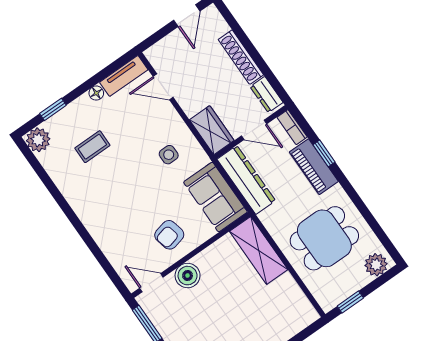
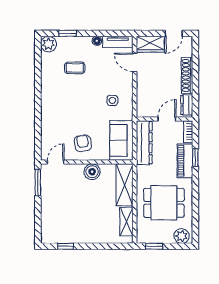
wardrobe: (212, 130) -> (150, 44), moved, turned 90
door: (254, 130) -> (167, 119), swing flipped
armchair: (169, 235) -> (83, 143), turned 94
boiler: (188, 276) -> (92, 172), moved
door: (151, 283) -> (56, 162), hinge flipped
shelving: (294, 295) -> (126, 222), added

